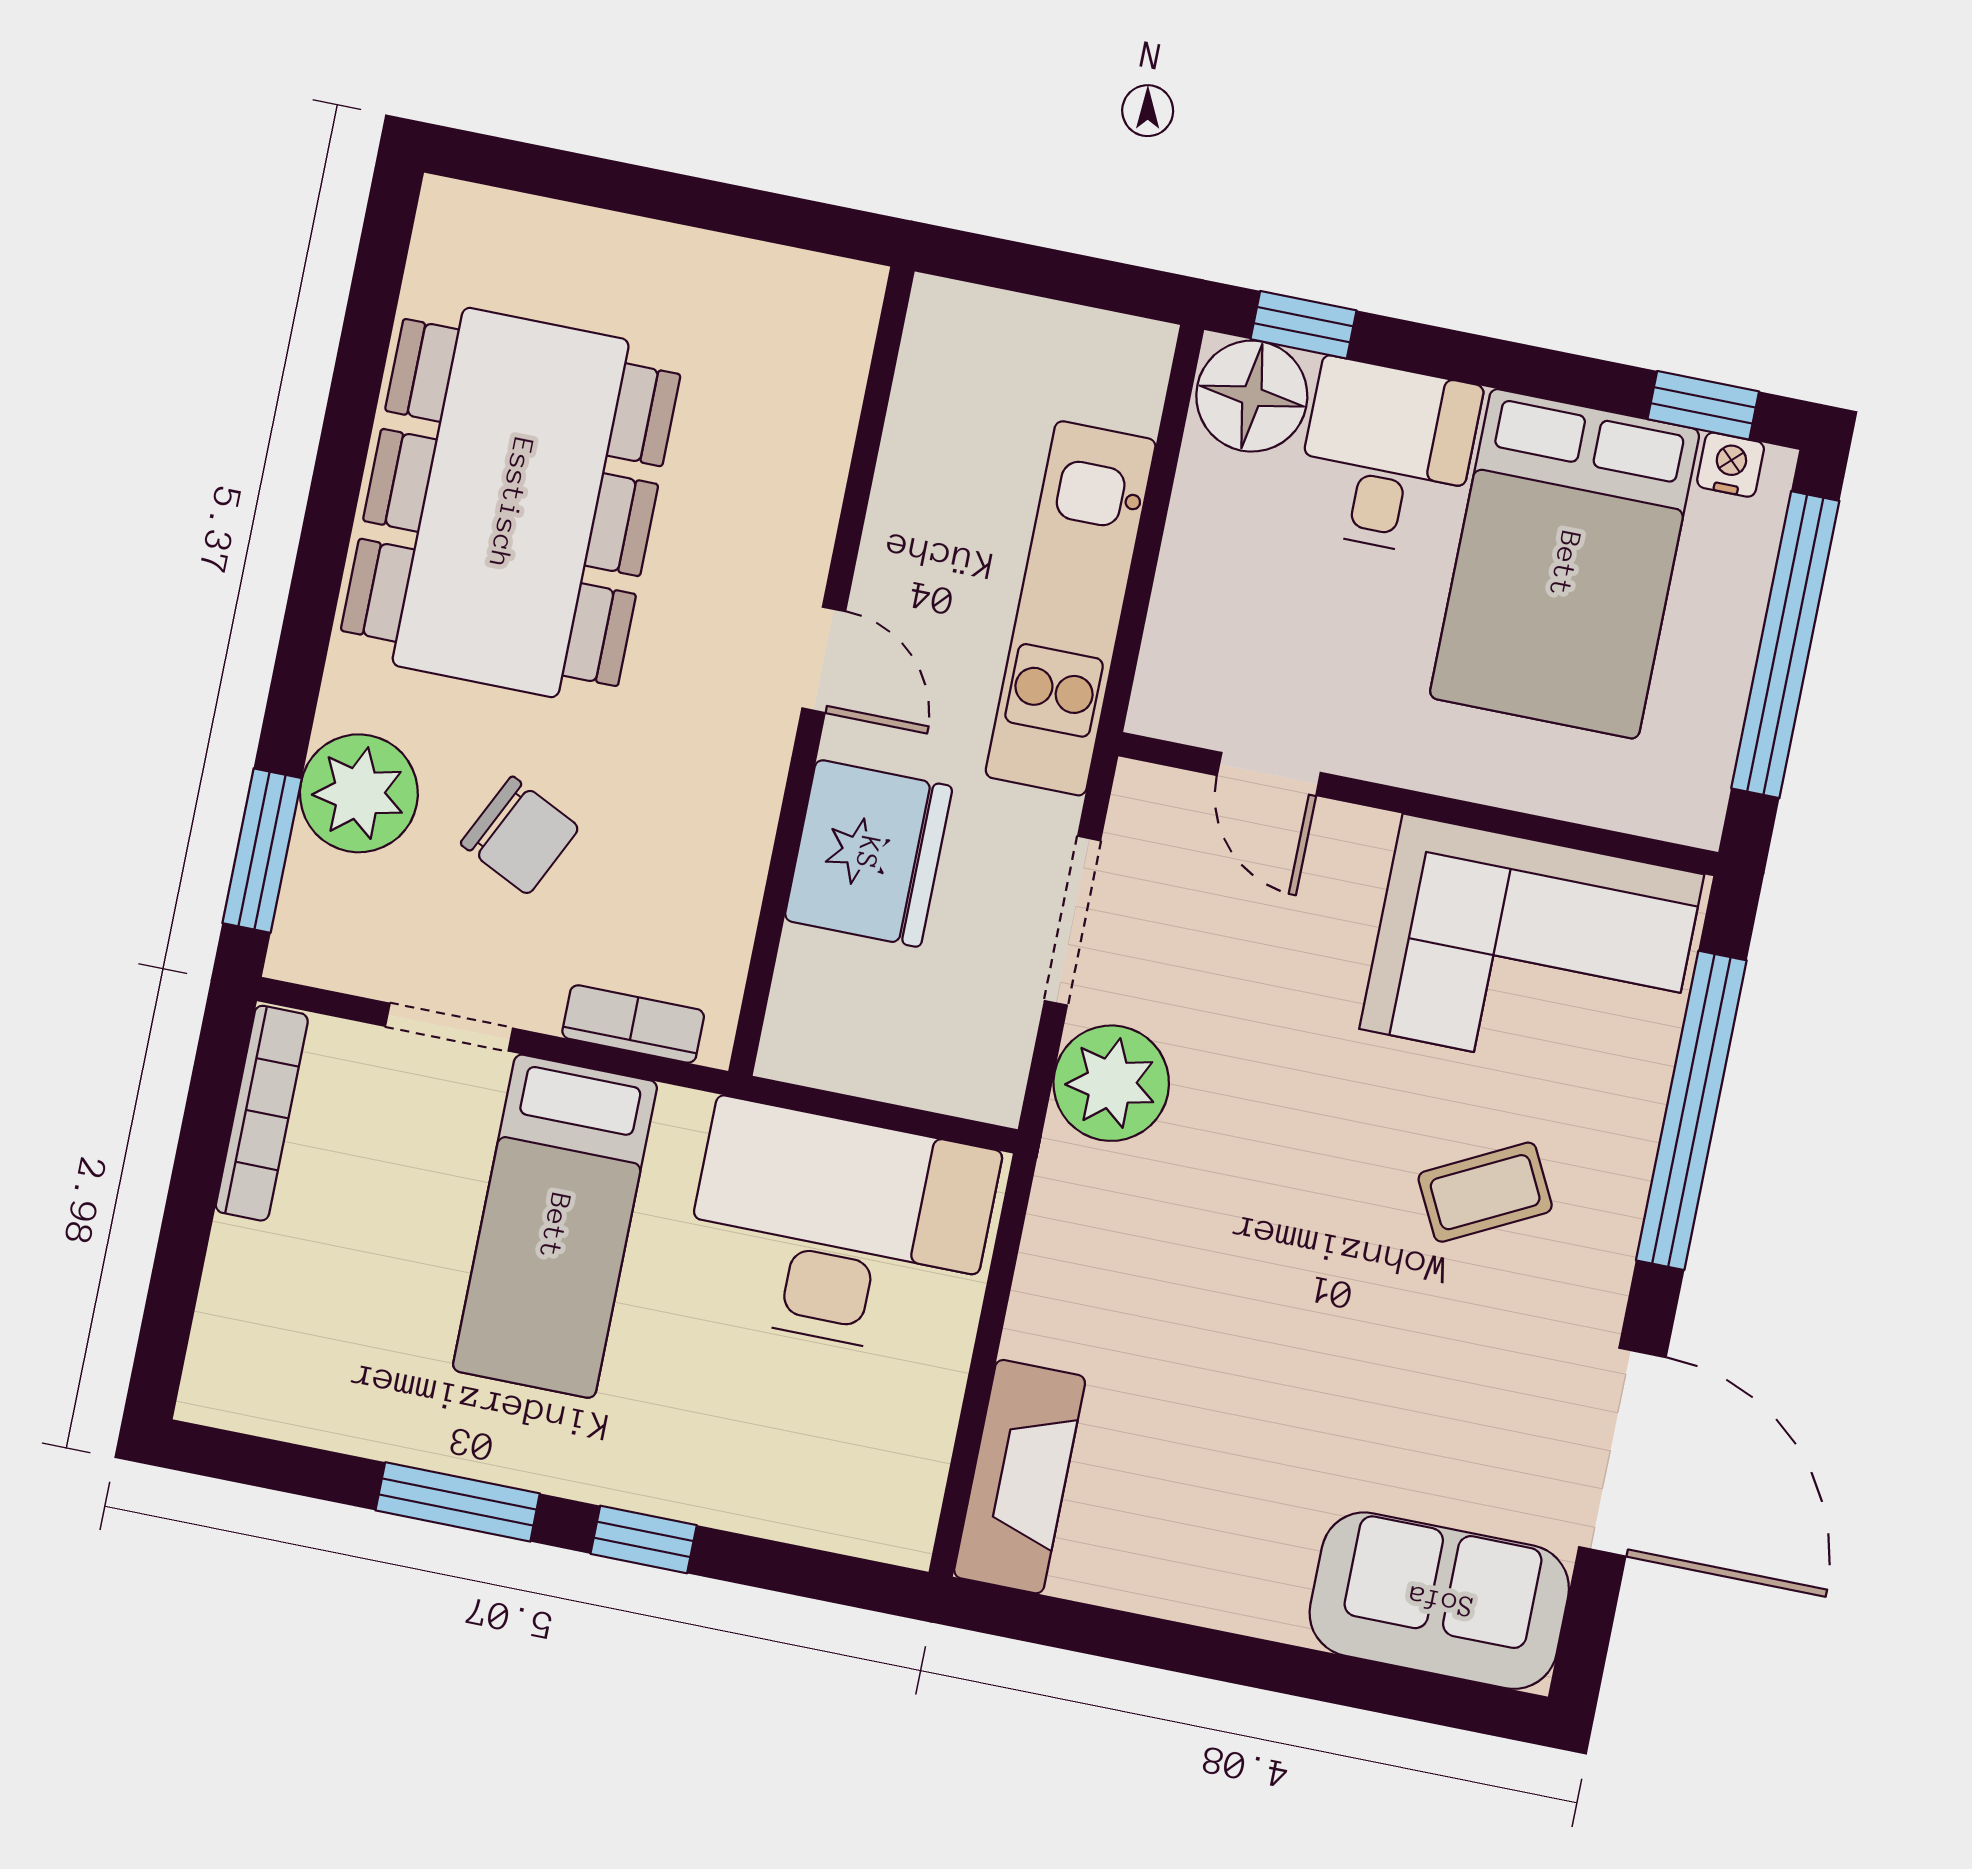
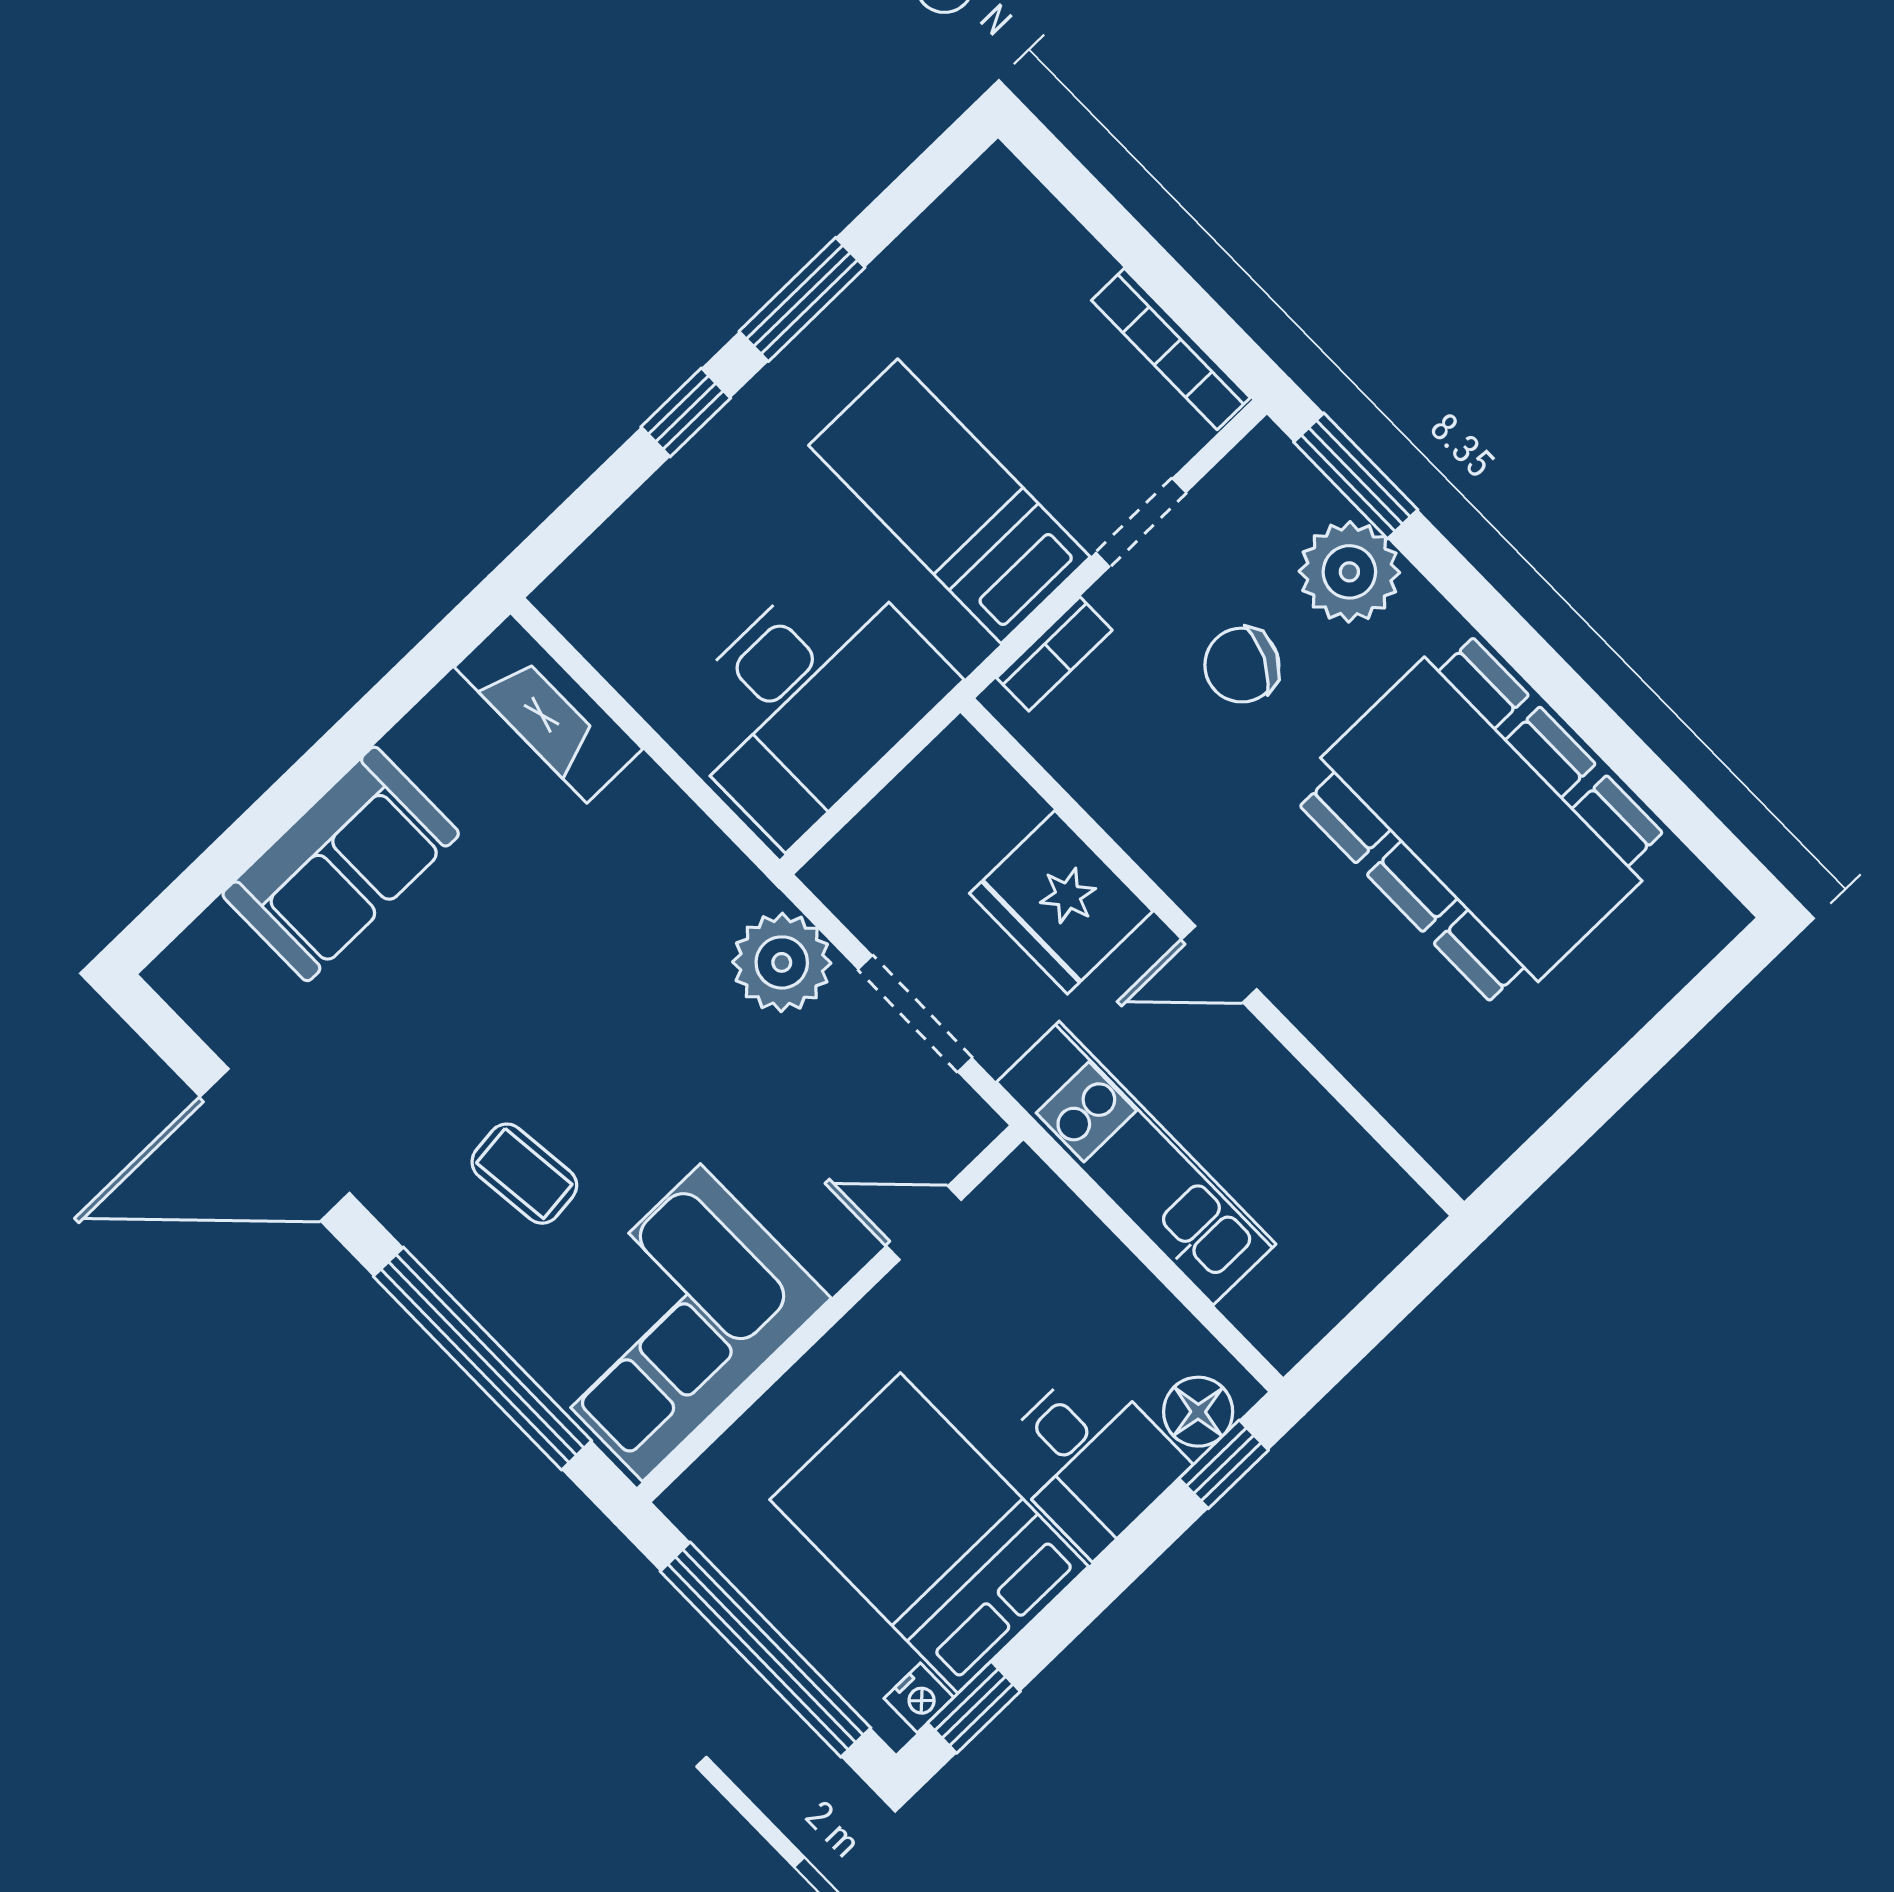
floor lamp: (1252, 396) -> (1198, 1412), width x0.73, depth x0.73
coffee table: (1485, 1192) -> (524, 1174), turned -69
sofa: (1439, 1601) -> (341, 864), moved

